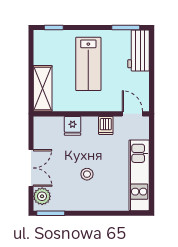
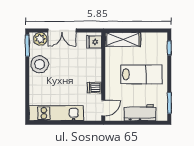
workbench: (138, 51) -> (140, 113), moved
lab bench: (88, 64) -> (141, 74), turned 180
fridge: (73, 126) -> (94, 42), moved
stool: (87, 174) -> (40, 64), moved, width x1.89, depth x1.89

